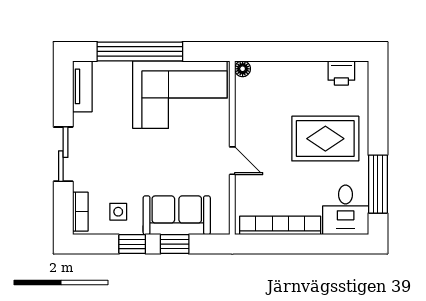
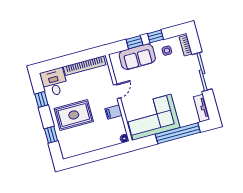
printer: (341, 73) -> (75, 150), removed
window: (378, 113) -> (51, 135), added
filing cabinet: (249, 124) -> (114, 112), added
sliding door: (63, 154) -> (202, 72), width x1.37
door: (232, 161) -> (117, 91), swing flipped
window: (378, 184) -> (41, 99), width x0.46

